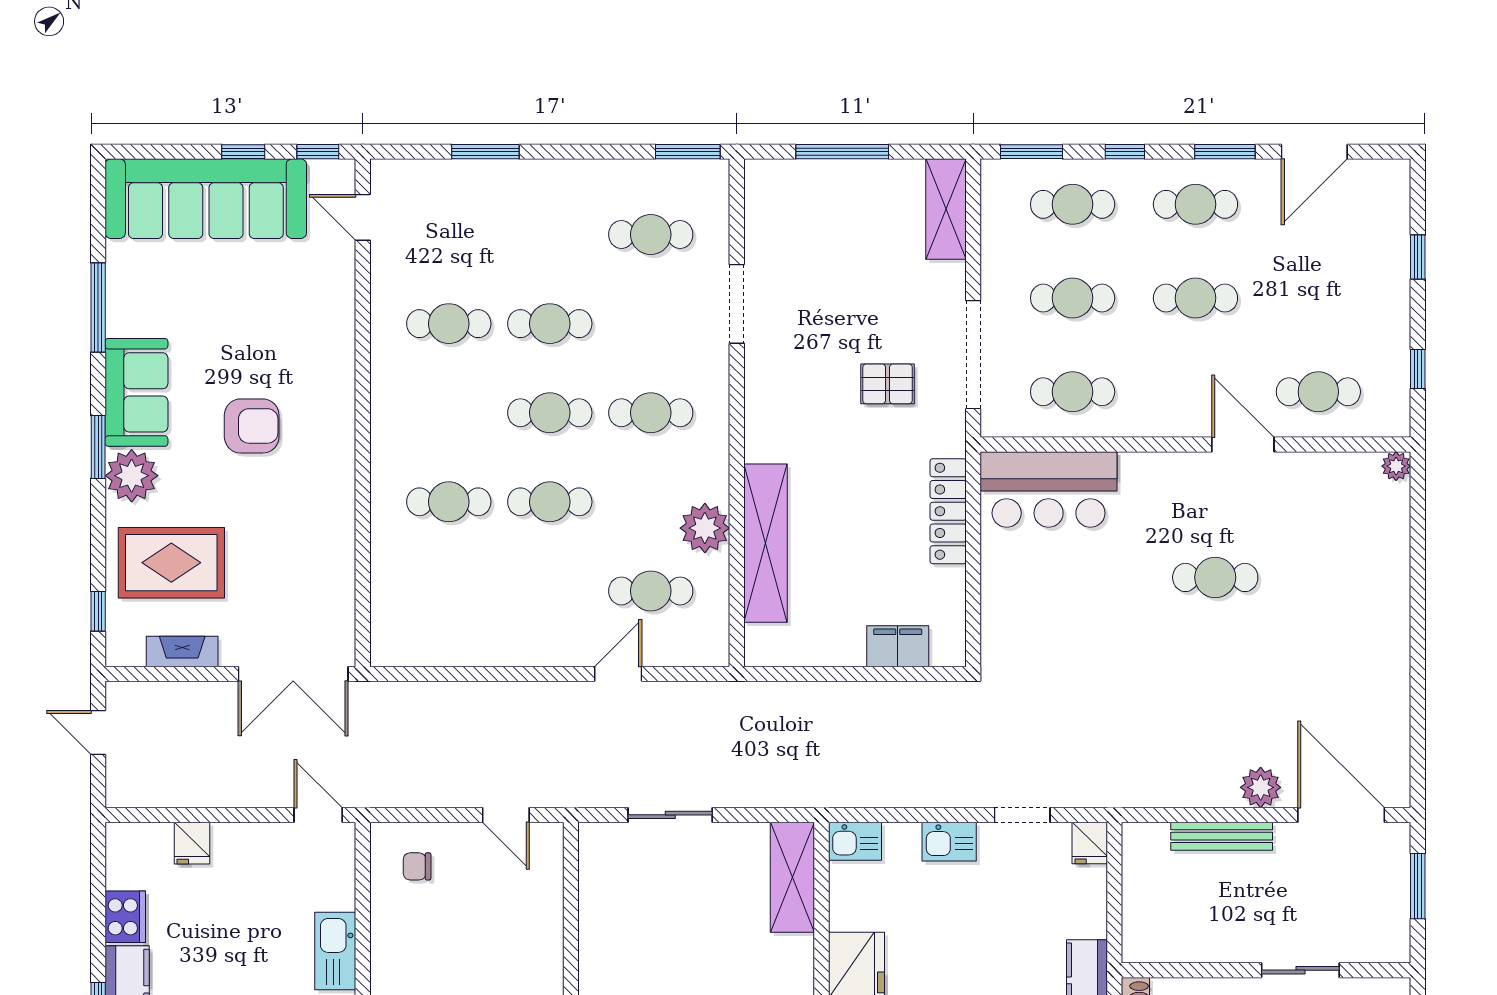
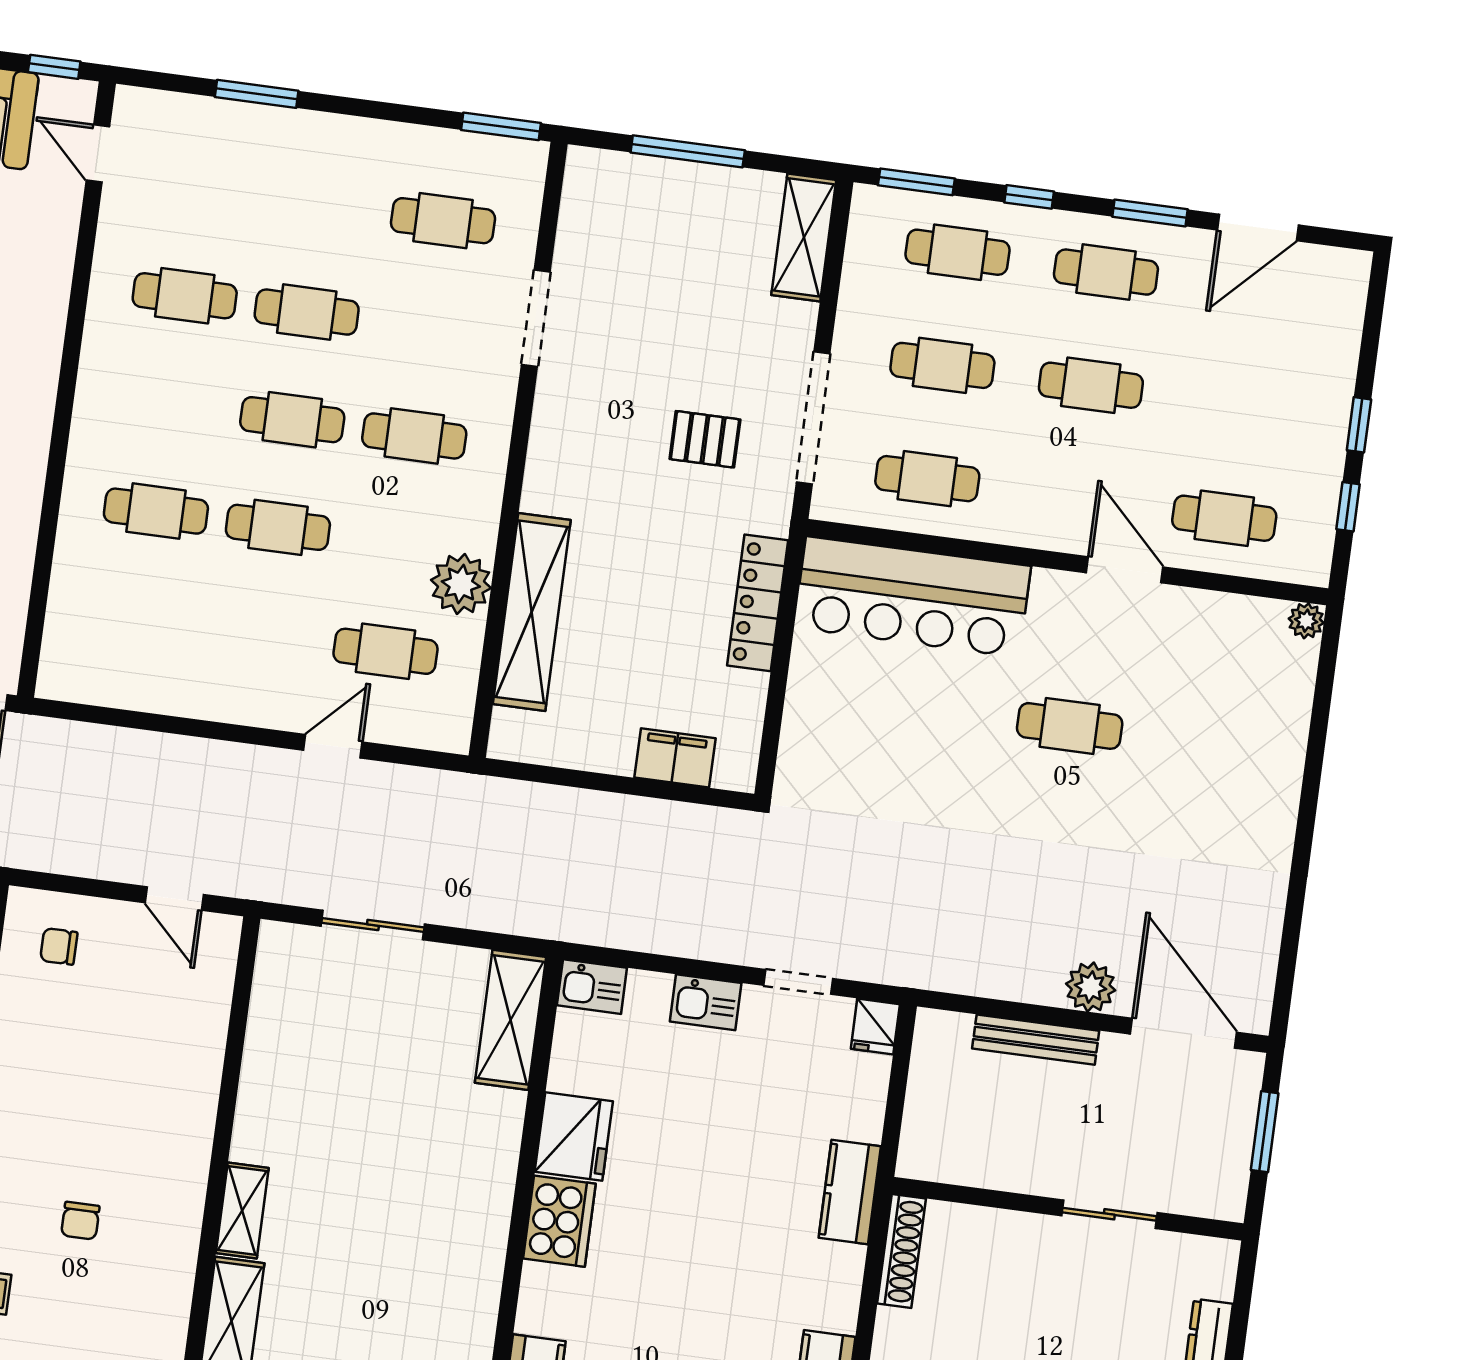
window: (1418, 257) -> (1359, 425), moved
bar counter: (1049, 489) -> (912, 597), width x1.36

